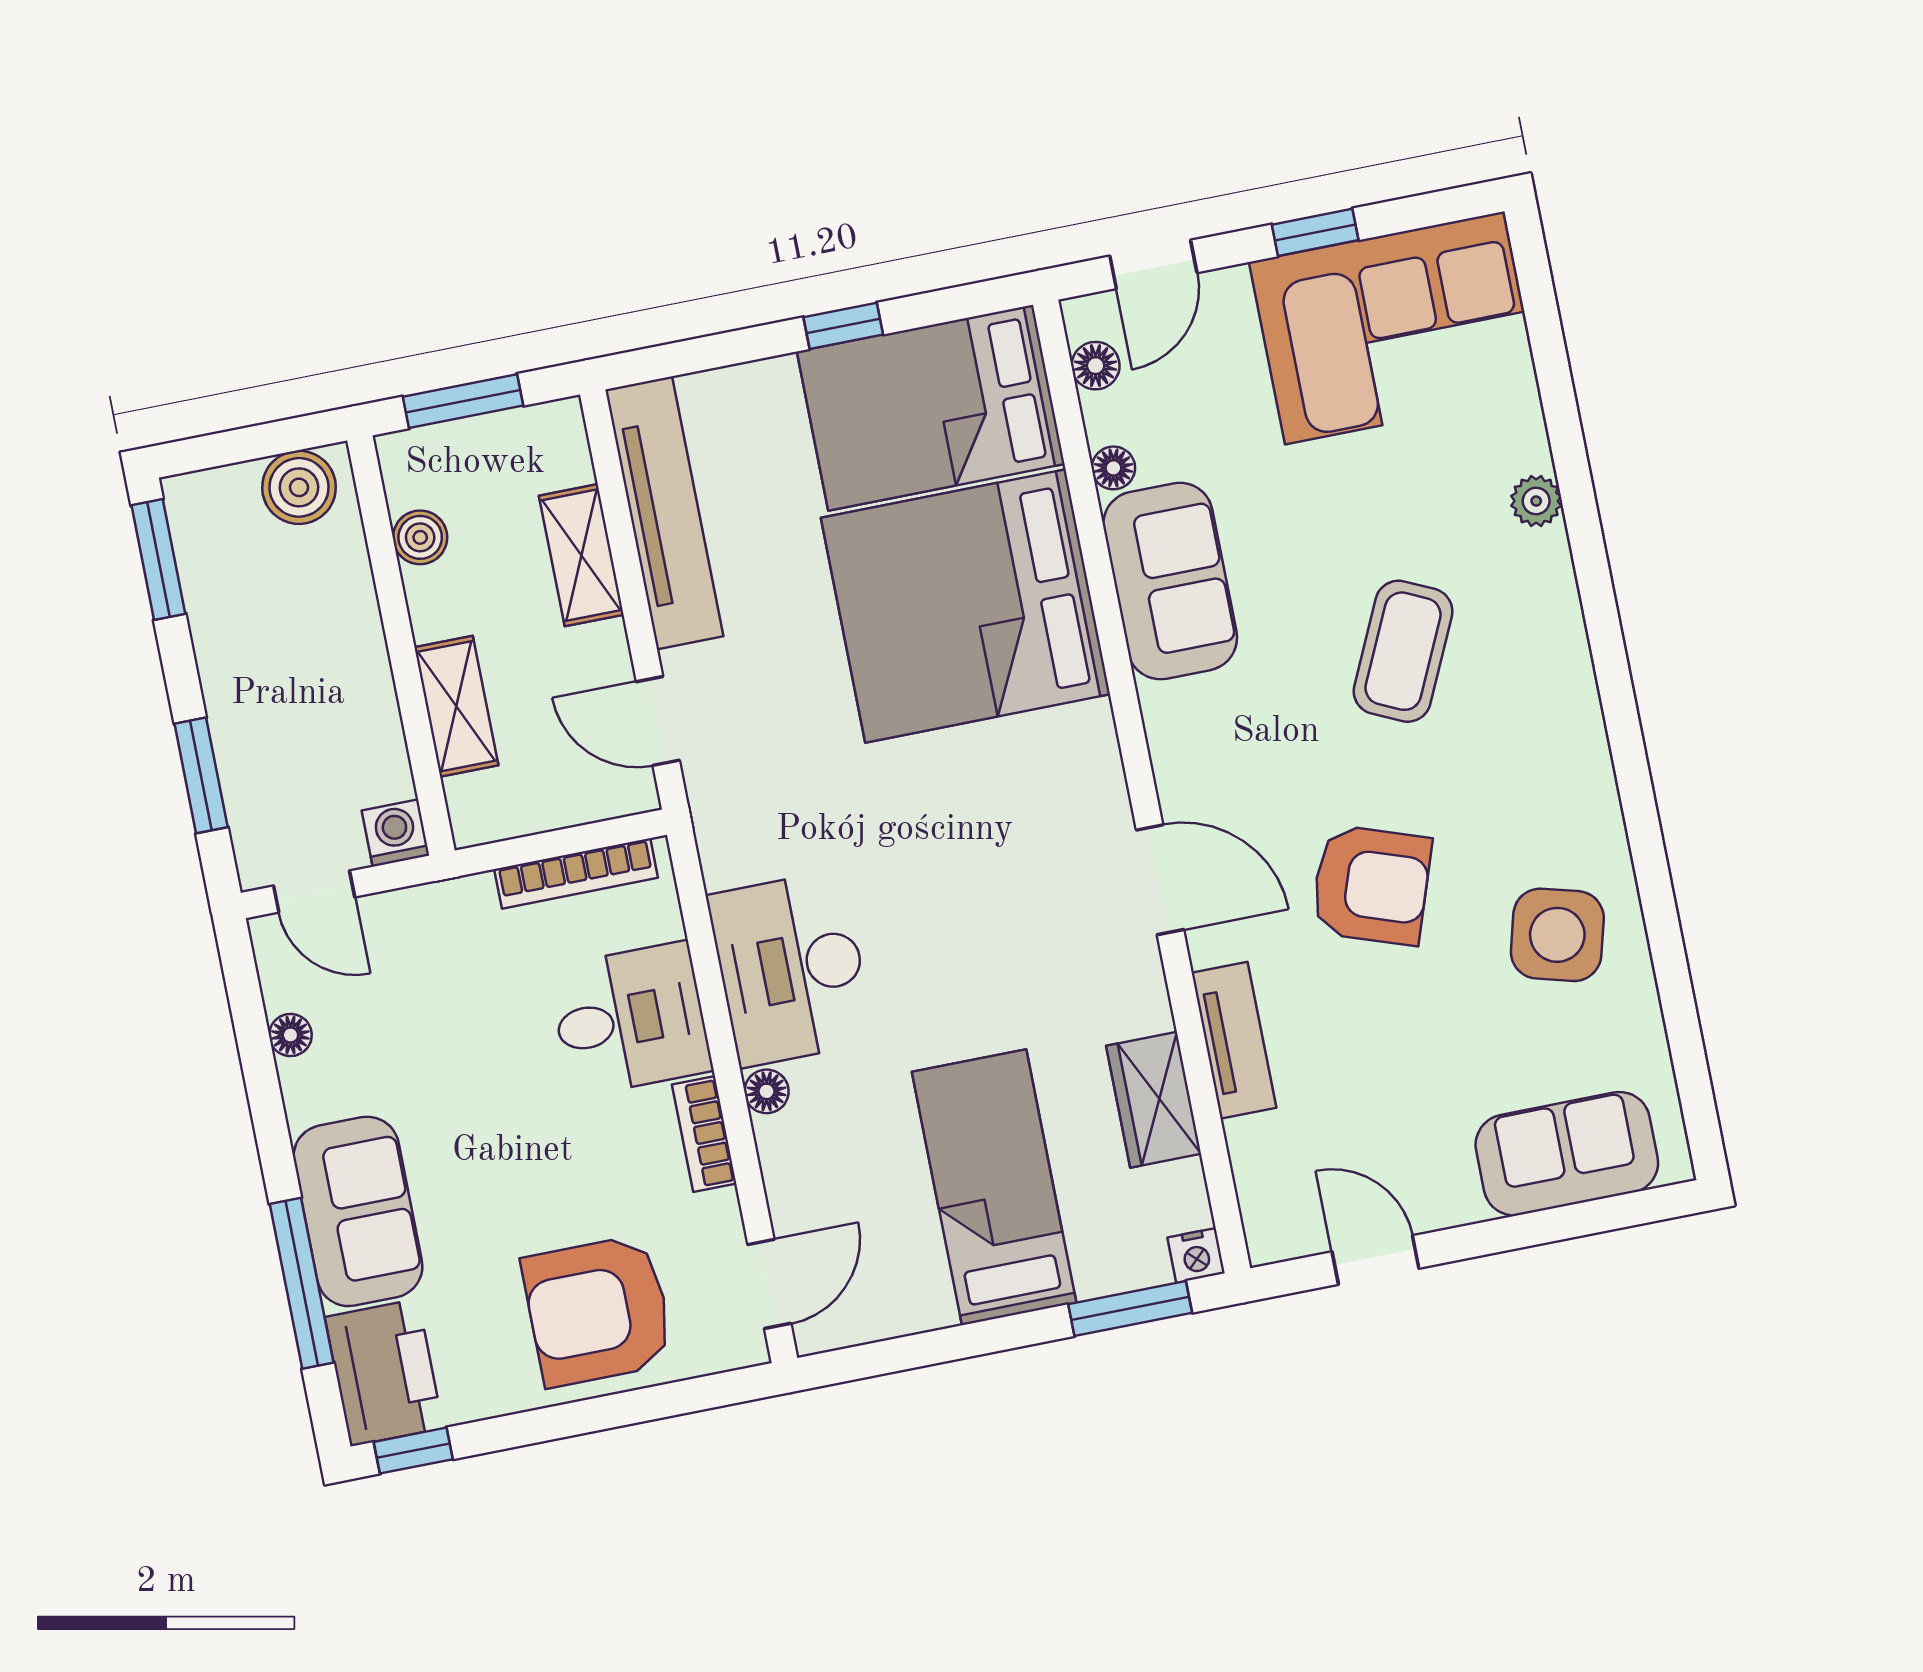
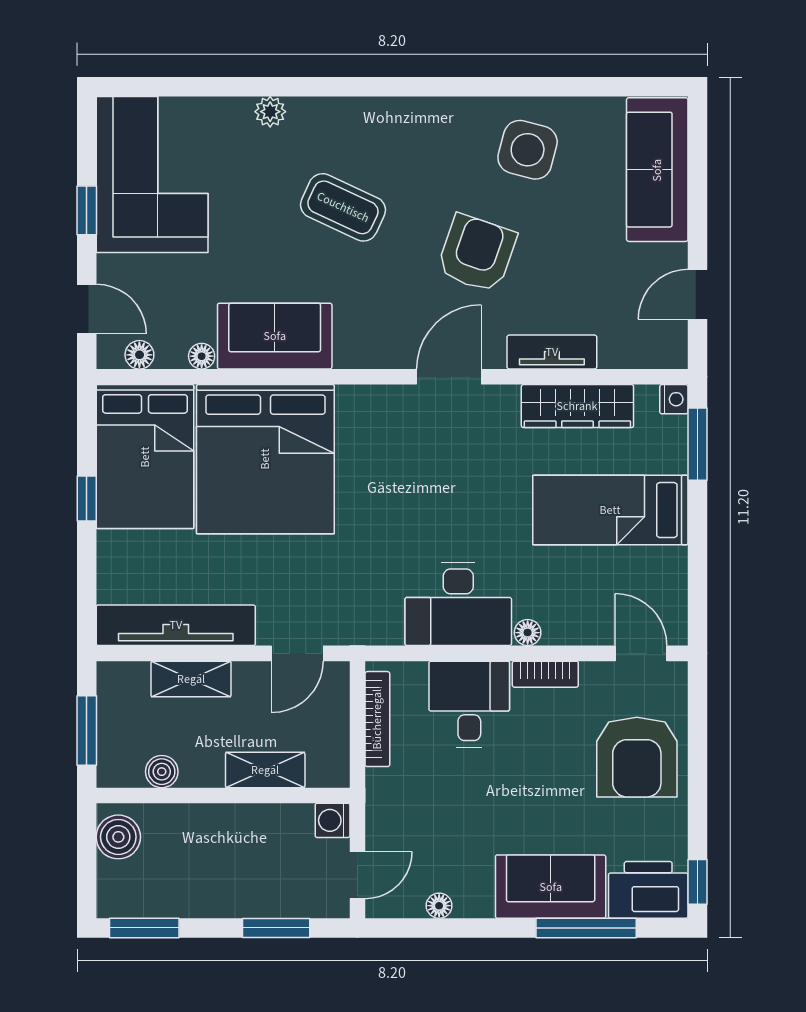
wardrobe: (1154, 1100) -> (577, 406), width x1.50
sofa: (1567, 1154) -> (657, 170), width x1.36

